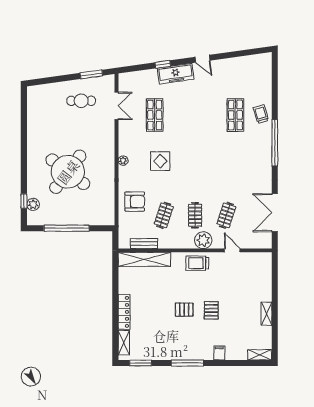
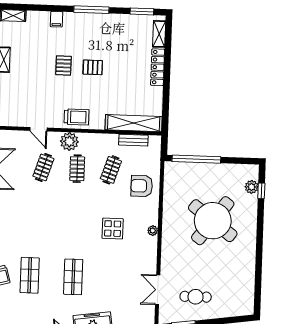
shop shelf: (155, 115) -> (73, 277), moved
window: (67, 228) -> (196, 159), moved

